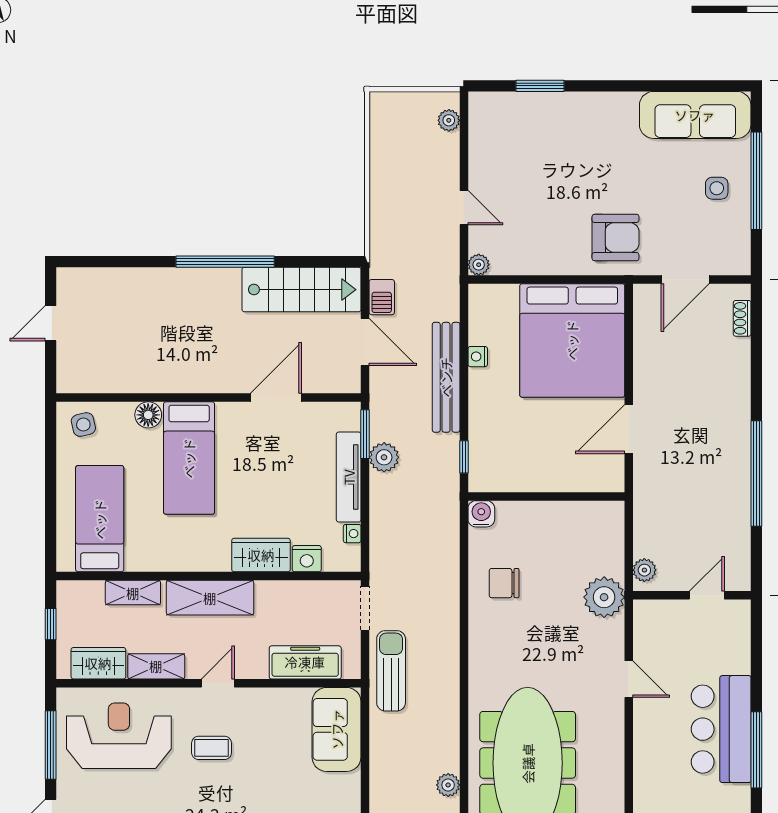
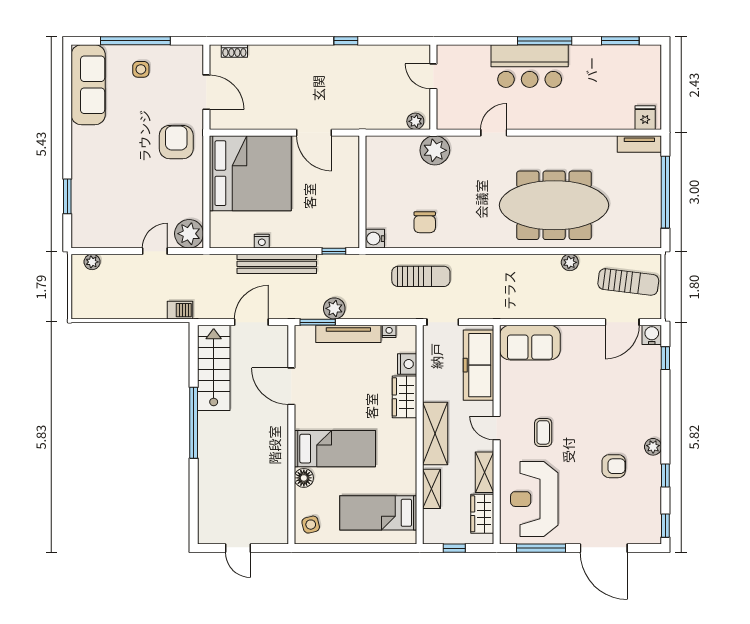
plant: (479, 265) -> (189, 234), width x1.88, depth x1.88
barbecue: (382, 297) -> (180, 310), moved
window: (756, 473) -> (346, 41), width x0.32
freezer: (305, 662) -> (479, 365), width x1.36, depth x1.26
sun lounger: (391, 671) -> (421, 276), moved, turned 180

